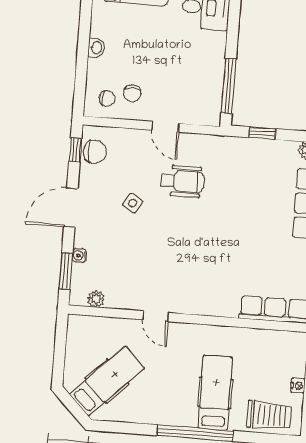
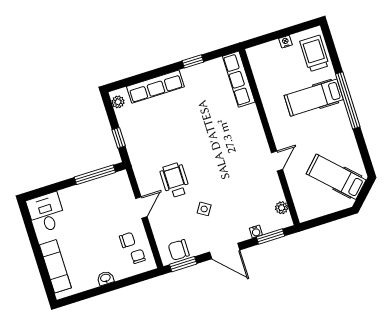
window: (75, 150) -> (183, 264), width x1.50
chair: (95, 152) -> (179, 250), turned -90

